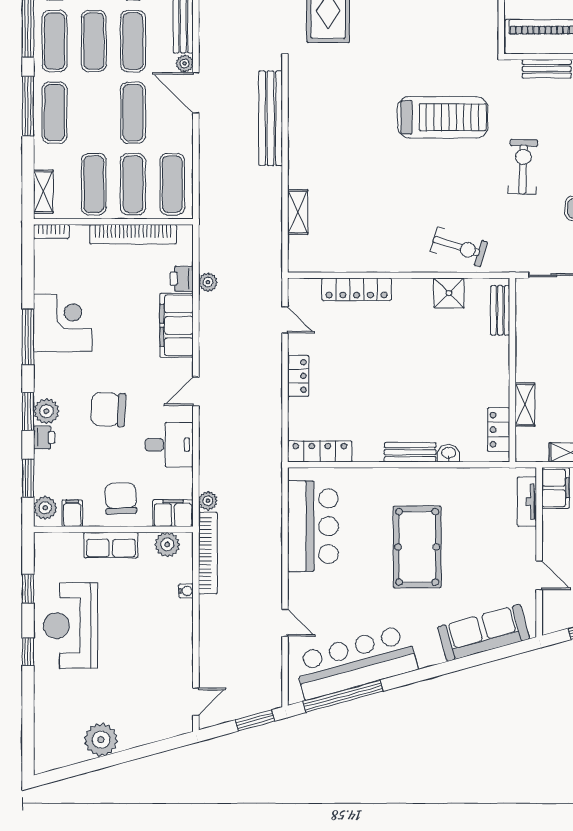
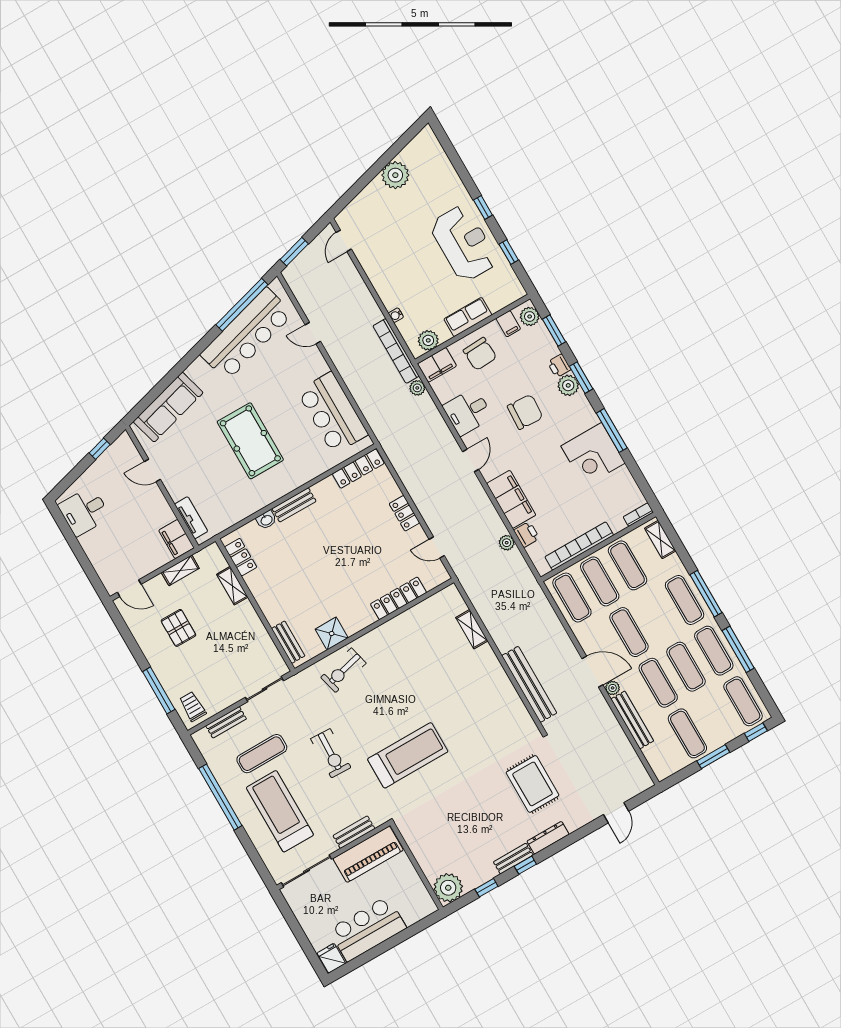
treadmill: (443, 117) -> (408, 755), turned 180
exercise bike: (459, 247) -> (343, 670), turned -31

